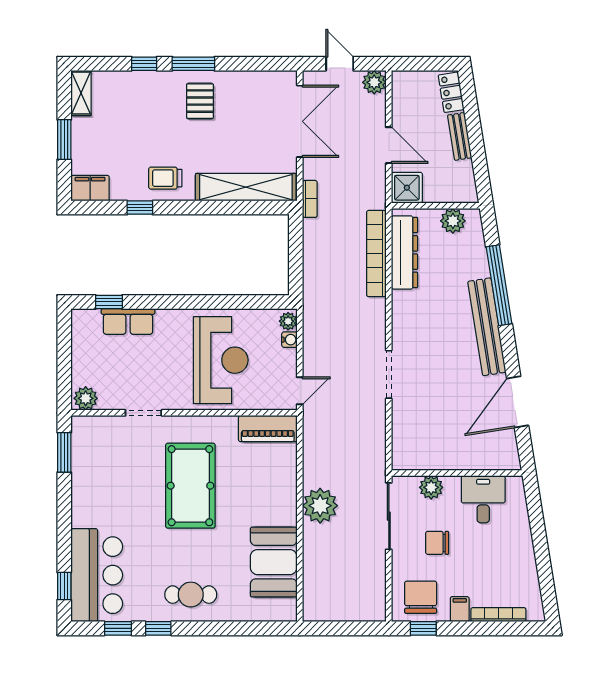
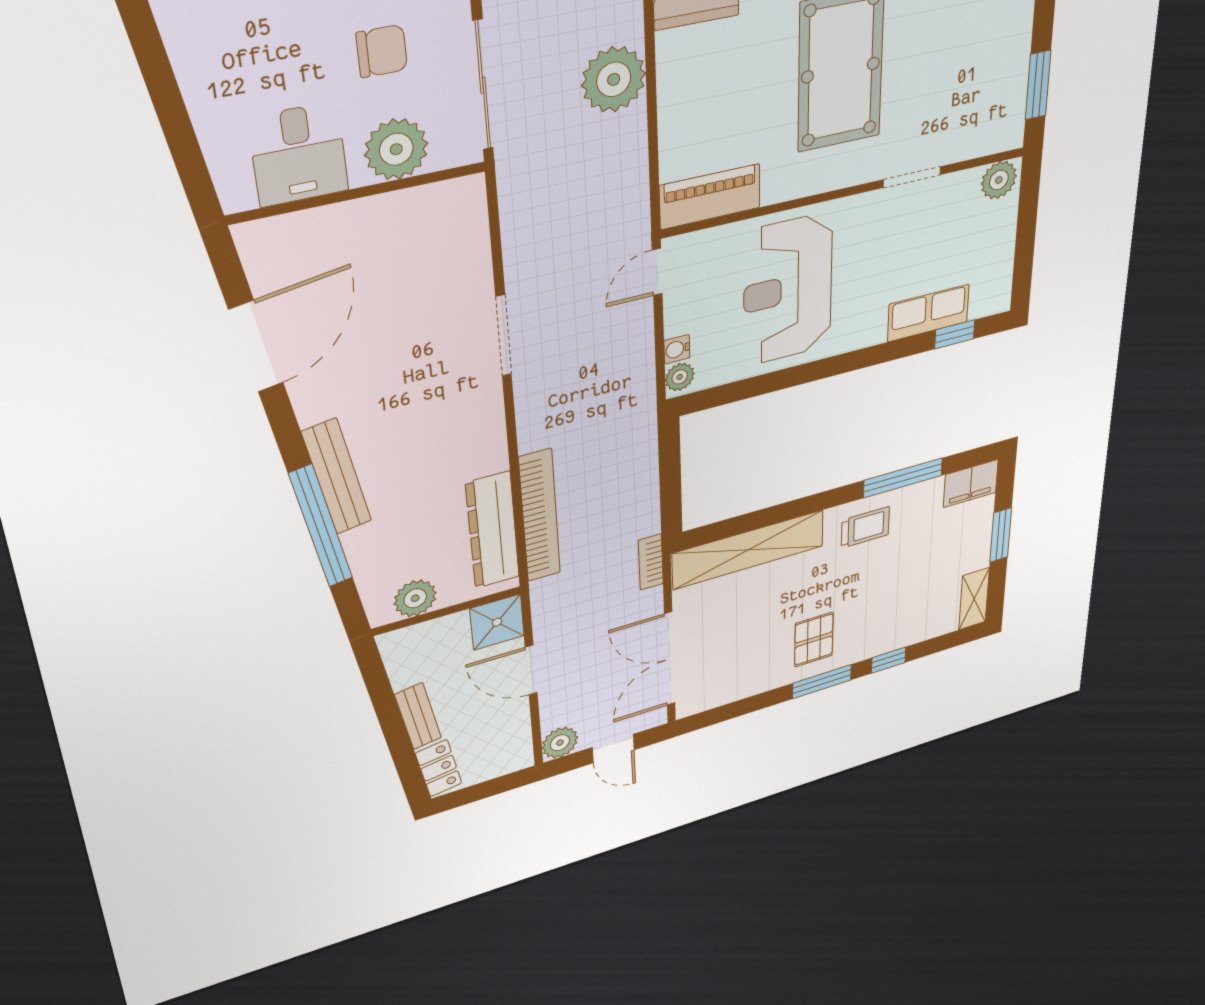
window: (140, 208) -> (903, 478), width x2.17
bench: (487, 327) -> (337, 477), width x0.73, depth x0.82
plant: (431, 487) -> (396, 149), width x1.36, depth x1.36

